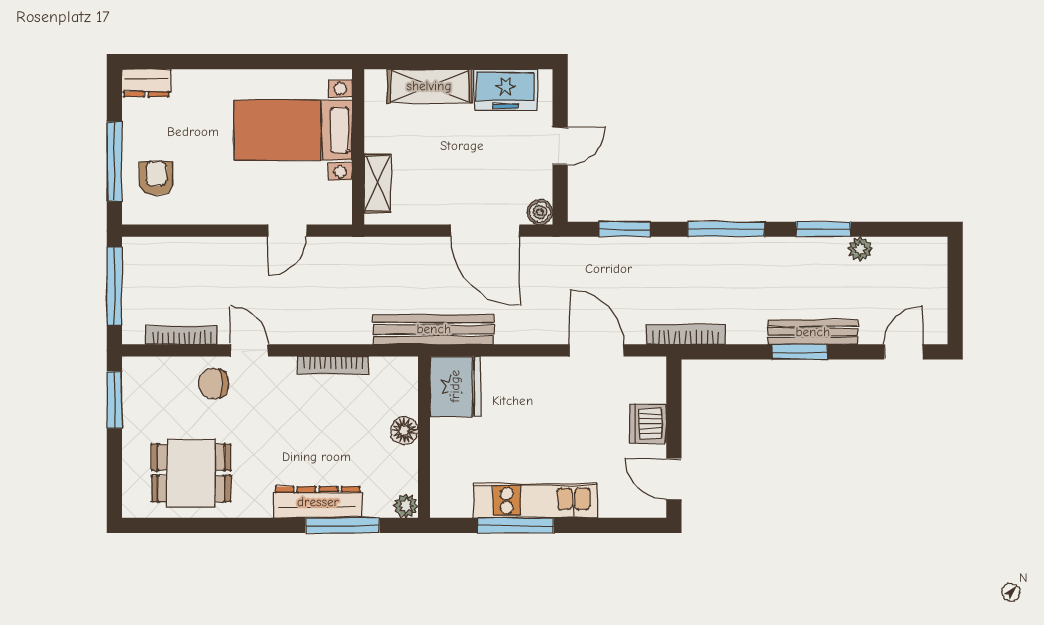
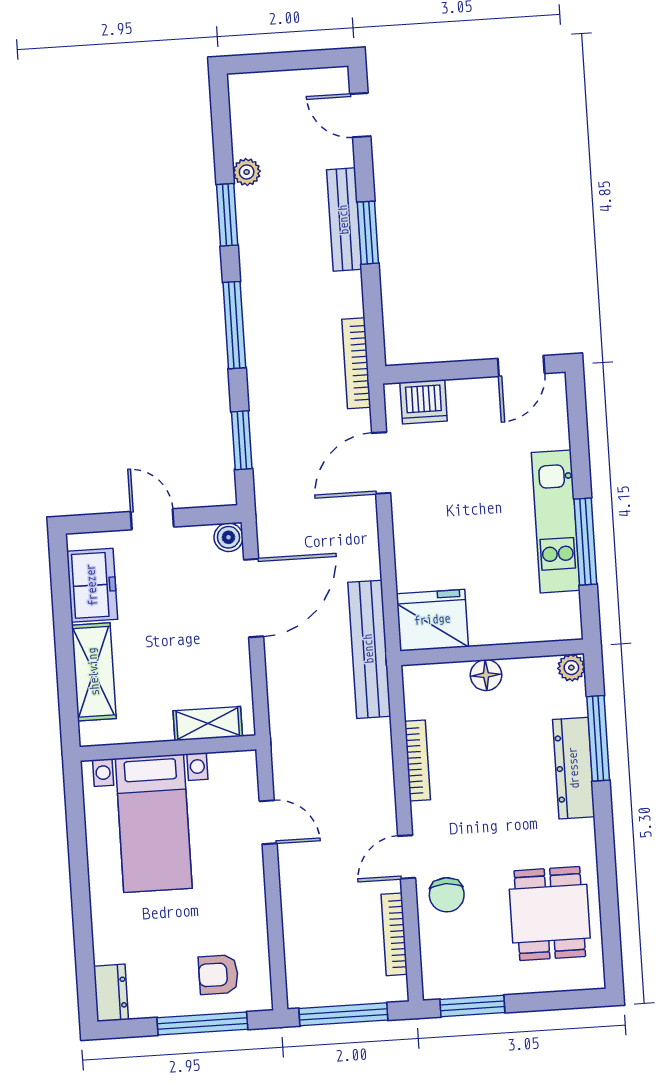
dishwasher: (648, 424) -> (424, 402), moved

